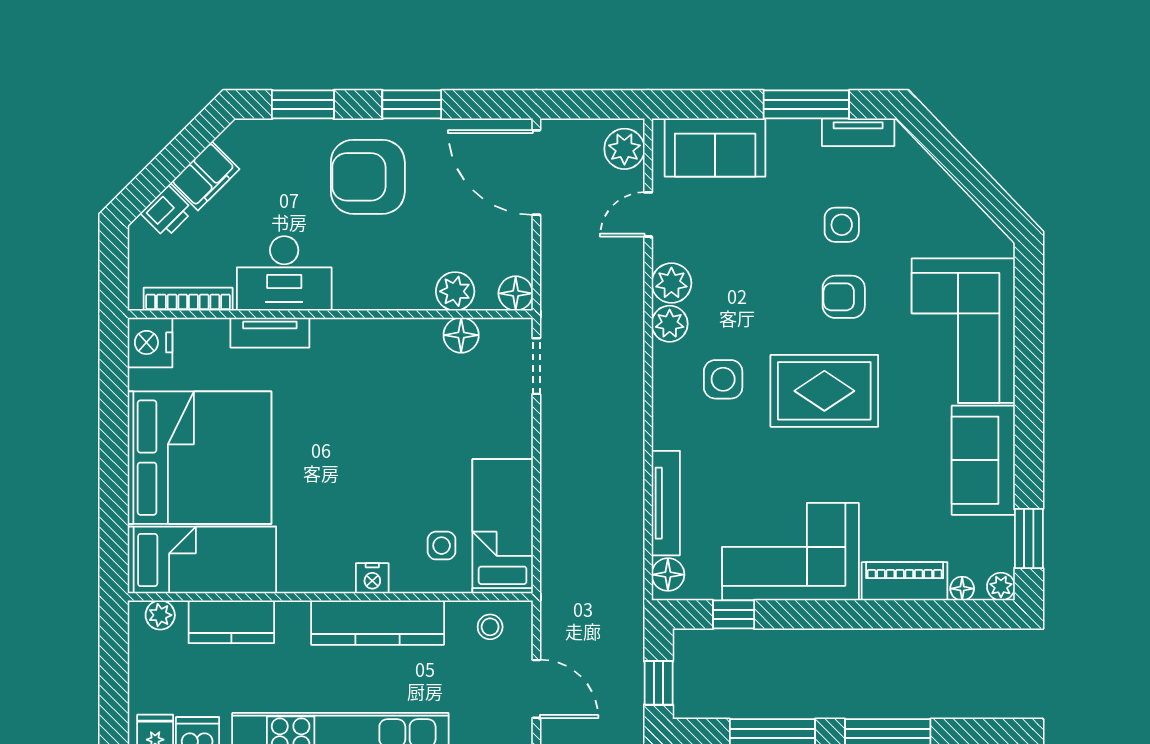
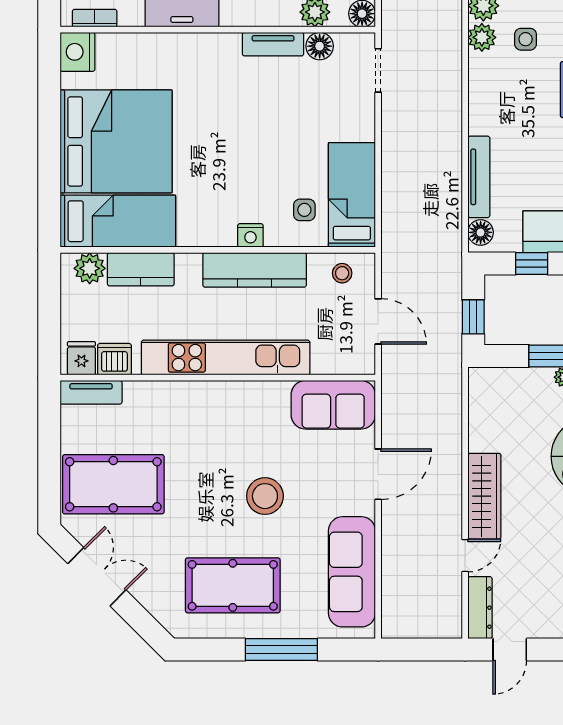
bookcase: (188, 299) -> (95, 18), width x0.64
tv unit: (270, 333) -> (273, 44), moved
side table: (723, 379) -> (526, 39), moved, width x0.73, depth x0.73
plant: (160, 615) -> (90, 268), width x1.38, depth x1.38

